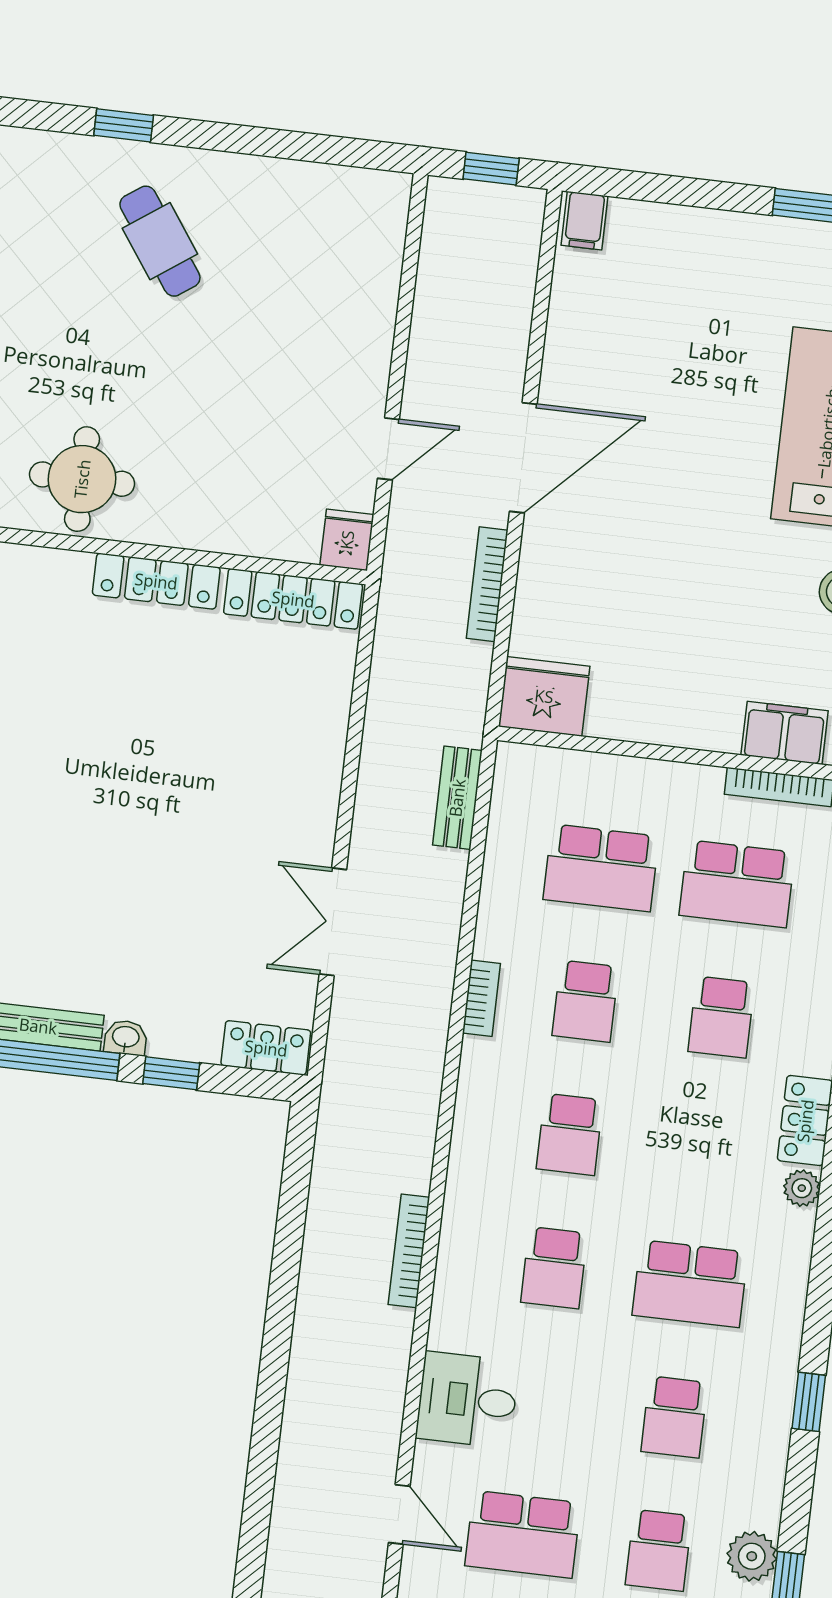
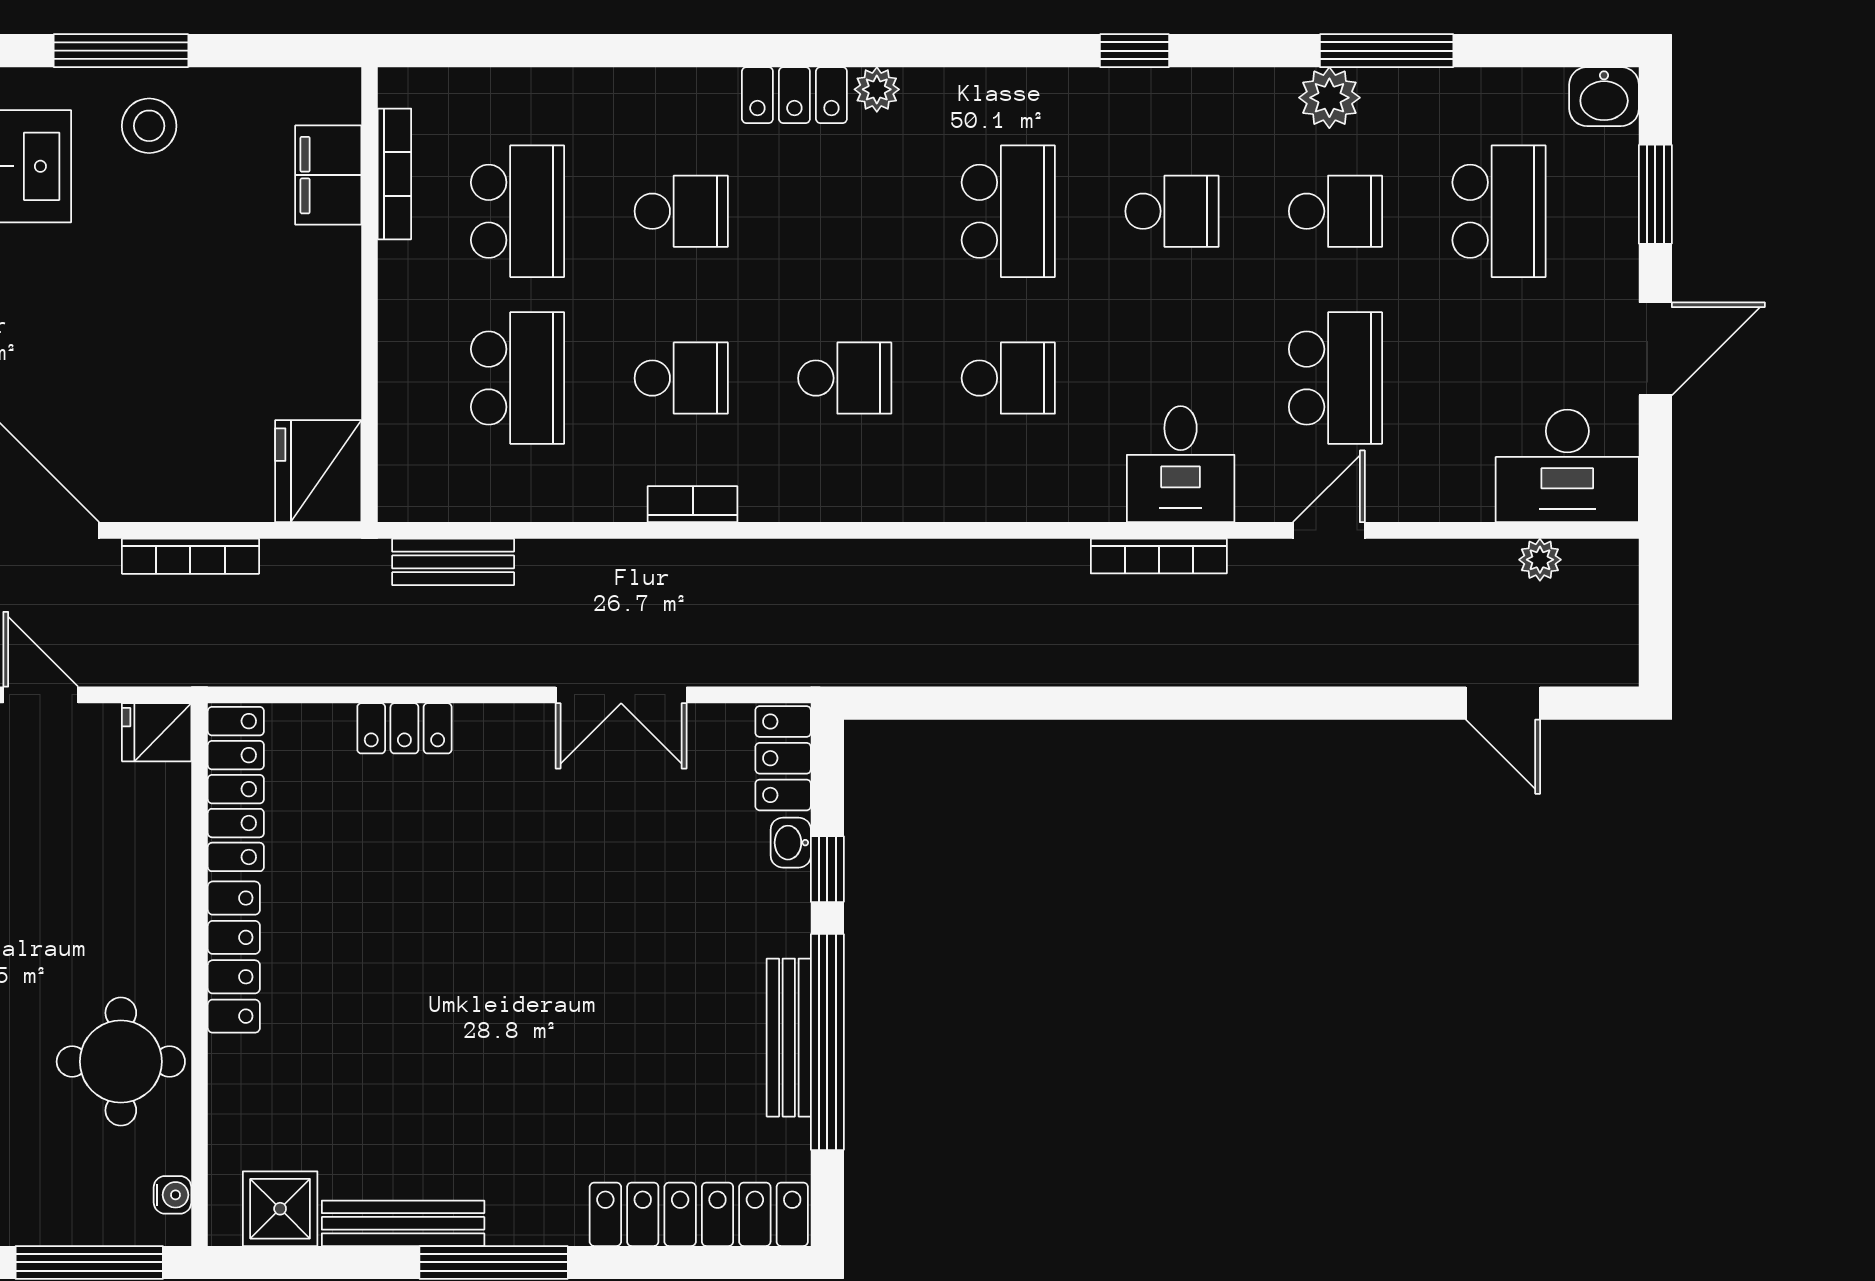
locker: (326, 742) -> (404, 728), added
washbasin: (126, 1038) -> (791, 843), moved
bookcase: (409, 1251) -> (1159, 556), moved

